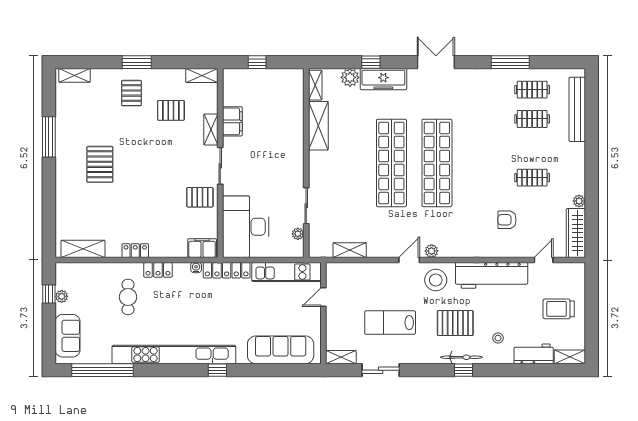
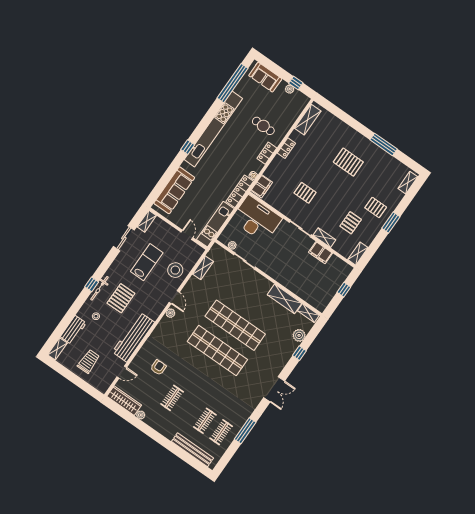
freezer: (383, 79) -> (285, 353), removed
pallet: (200, 197) -> (305, 193), moved, turned 90
door: (544, 260) -> (122, 372), hinge flipped
stool: (436, 280) -> (175, 270), moved

